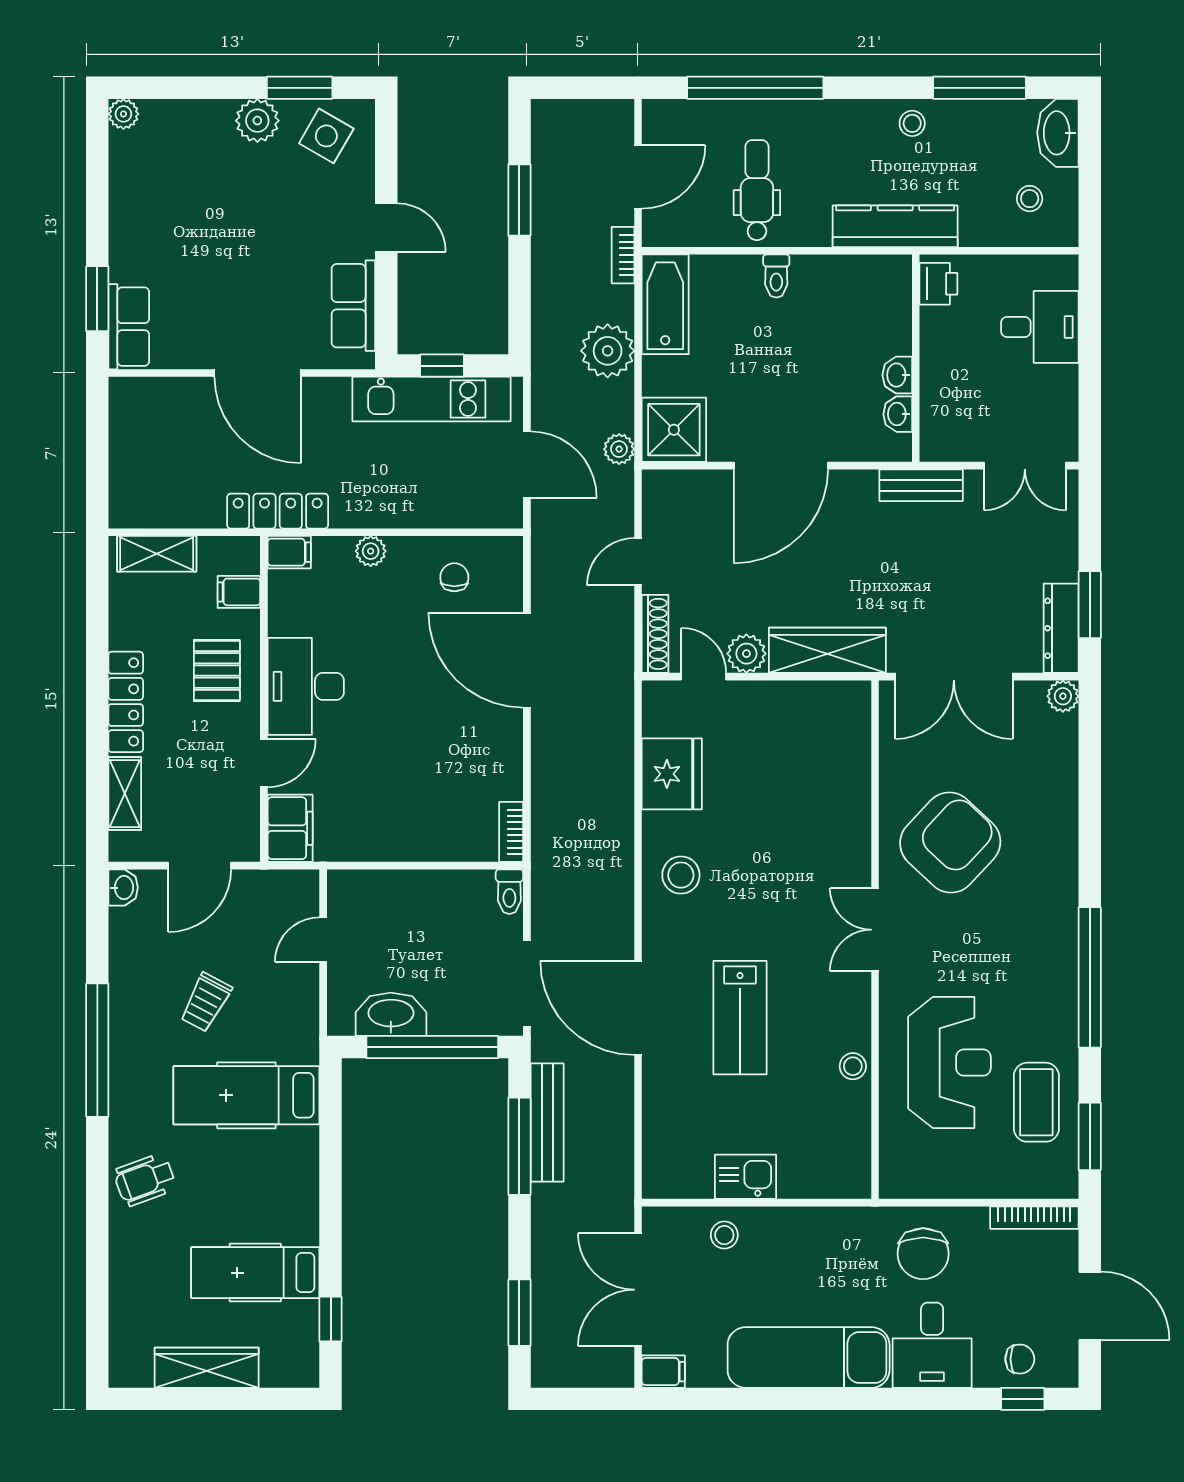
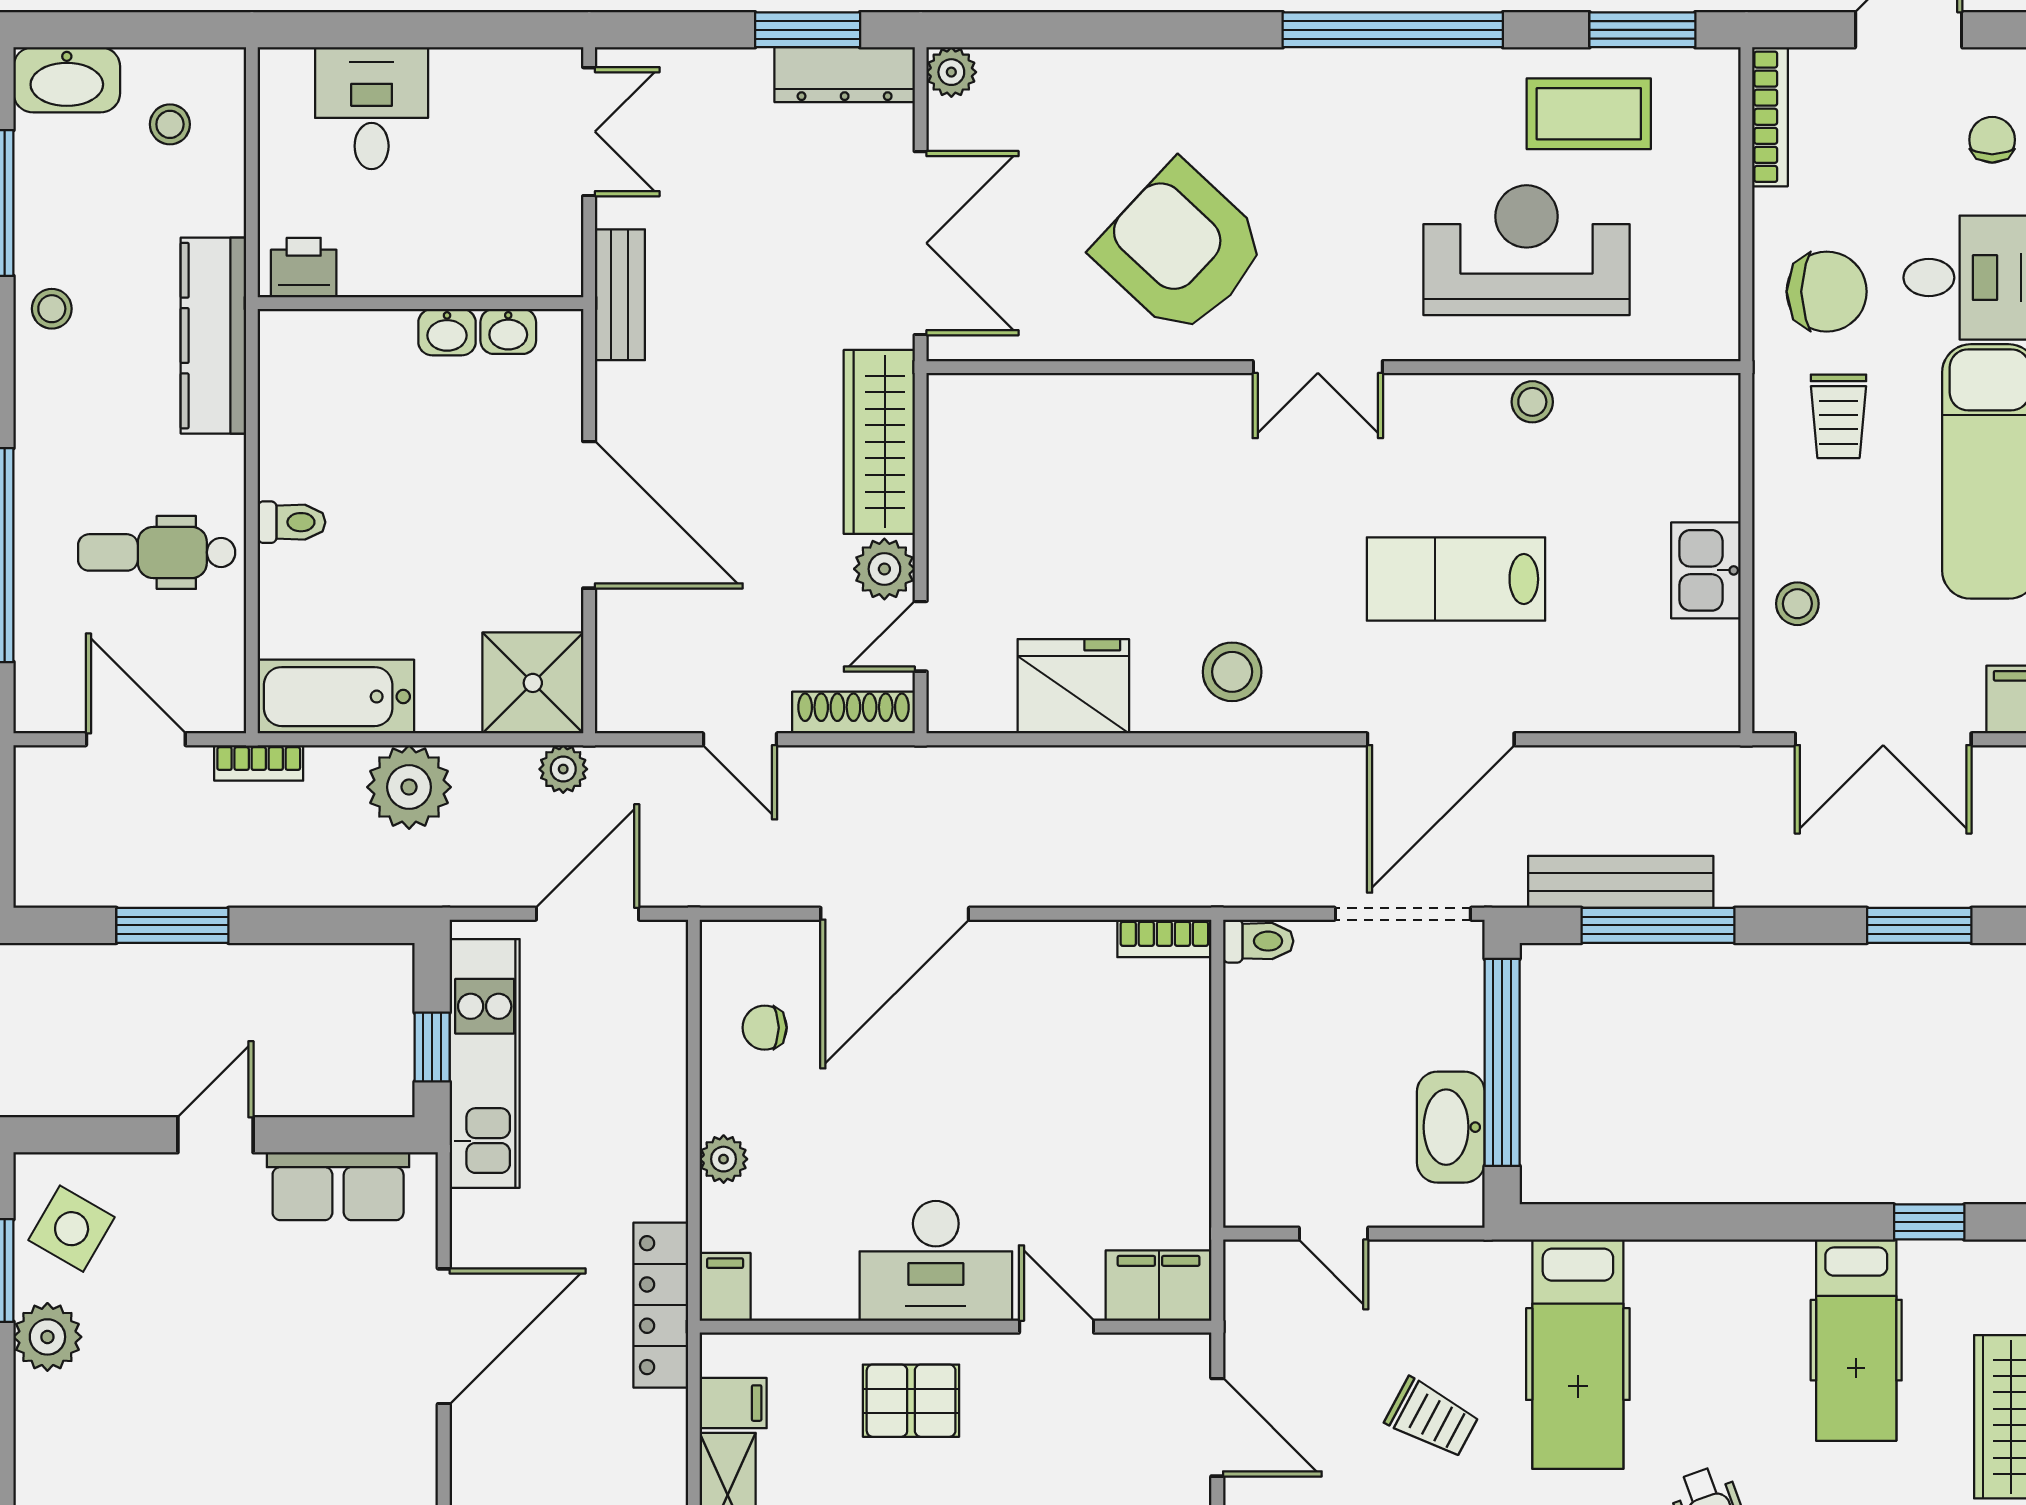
filing cabinet: (239, 592) -> (733, 1403), moved, turned -90
lab bench: (740, 1018) -> (1456, 579), turned 180
trolley: (844, 1261) -> (1838, 416), added

